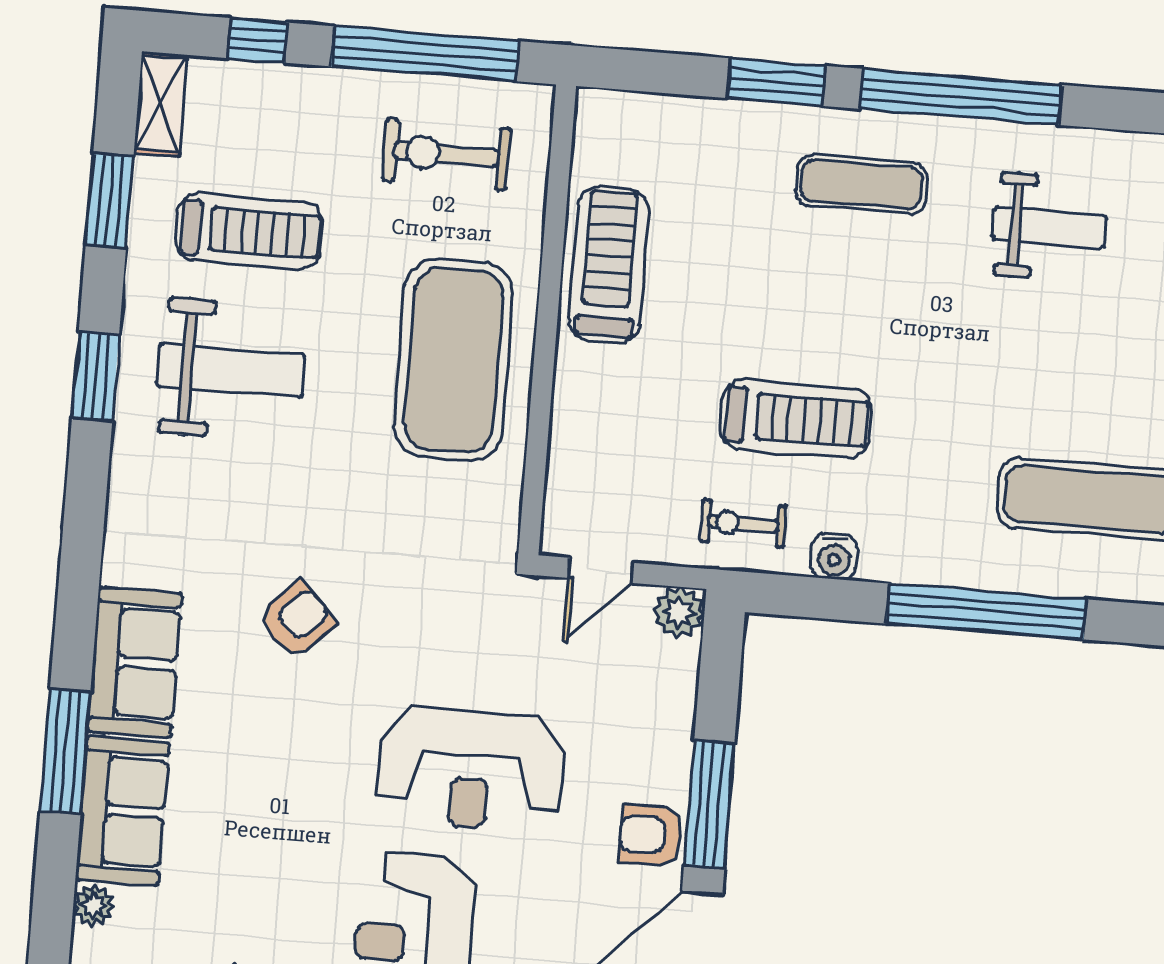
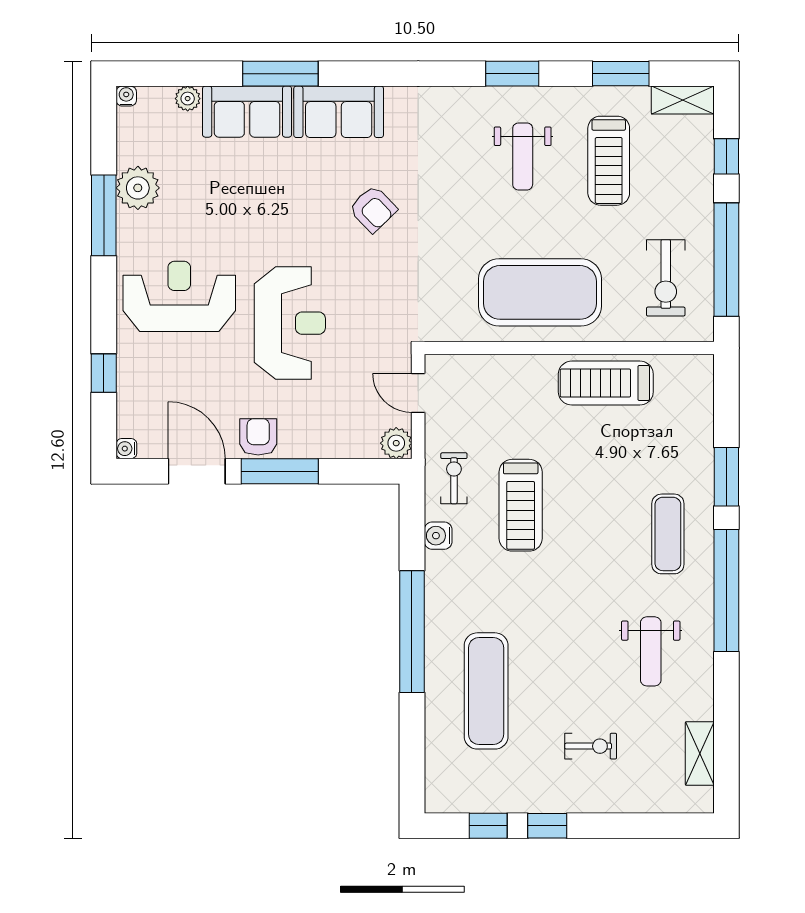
exercise bike: (446, 154) -> (666, 278), turned 180
treadmill: (609, 265) -> (606, 383), turned 180
weight bench: (231, 370) -> (523, 156), width x0.73, depth x0.75
reception desk: (471, 769) -> (290, 323), turned 180

